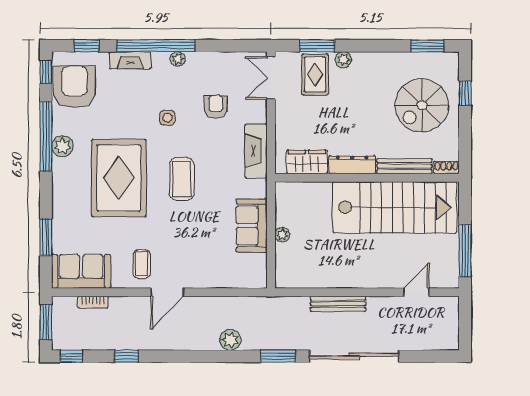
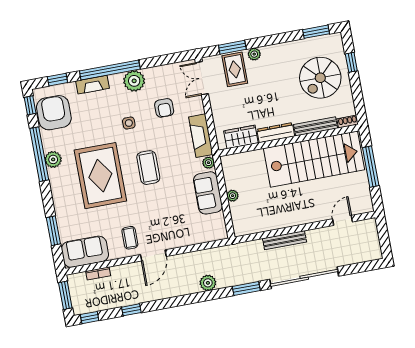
plant: (178, 59) -> (134, 81), width x1.88, depth x1.88
armchair: (216, 107) -> (164, 108), turned 180
plant: (259, 187) -> (208, 163), added
window: (465, 251) -> (371, 167), moved

